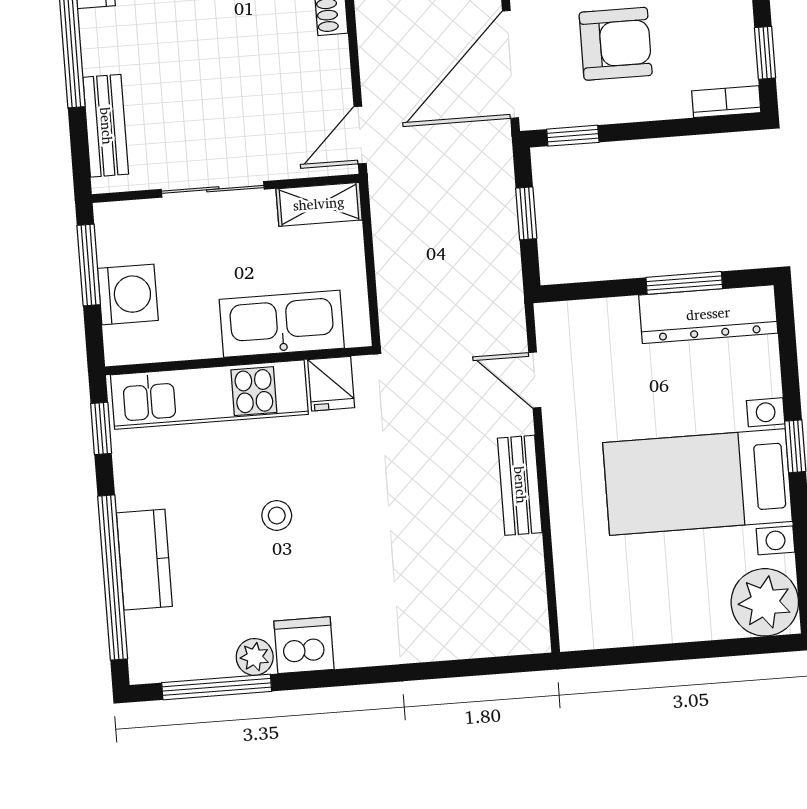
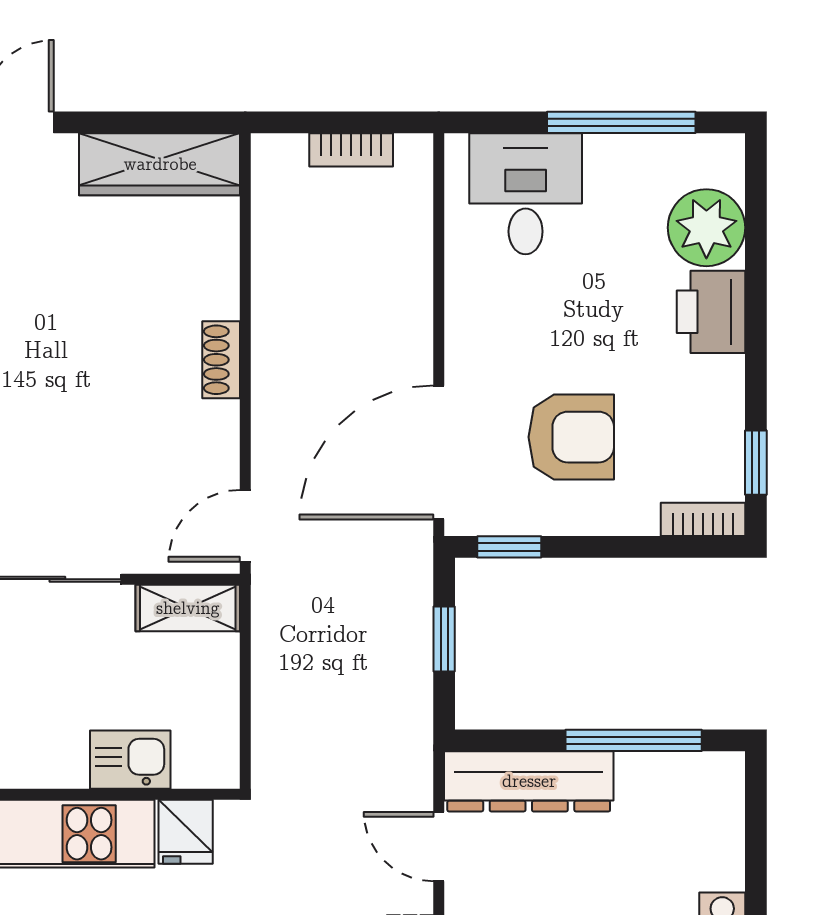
window: (684, 283) -> (634, 740), width x1.44
dresser: (708, 314) -> (529, 781), moved
kitchen sink: (282, 324) -> (130, 760), width x0.53, depth x0.81

